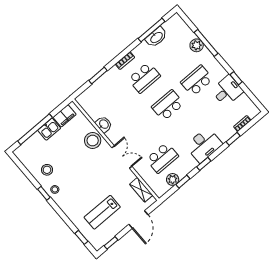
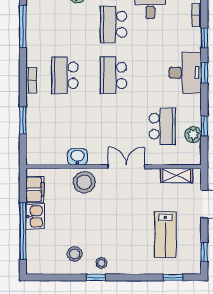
washbasin: (156, 37) -> (34, 28), removed
school desk: (144, 78) -> (65, 75), turned 180
window: (204, 164) -> (204, 73), moved

